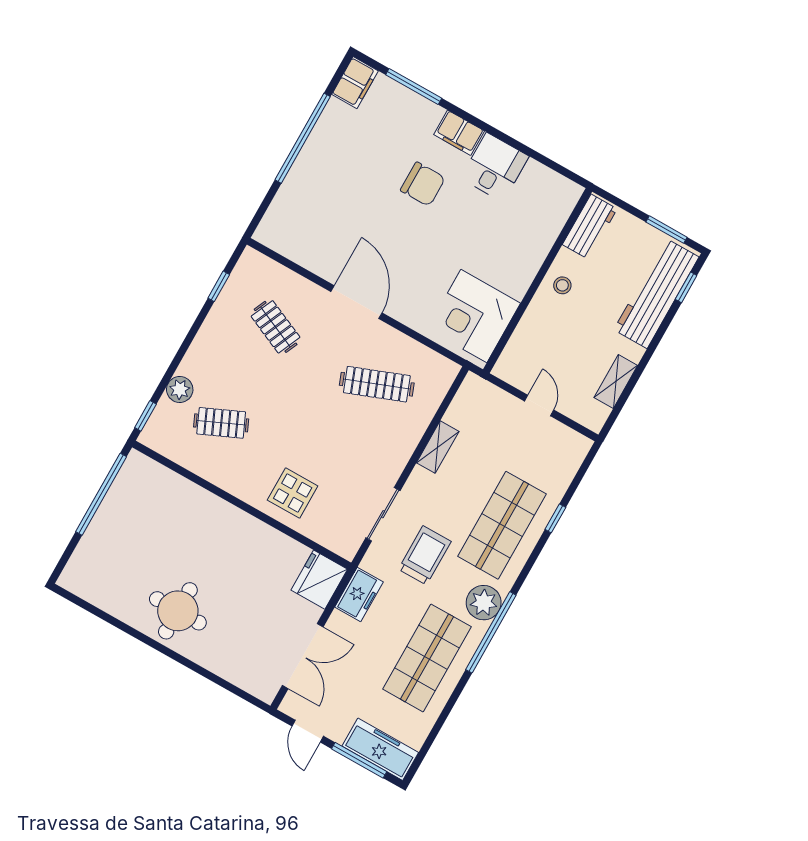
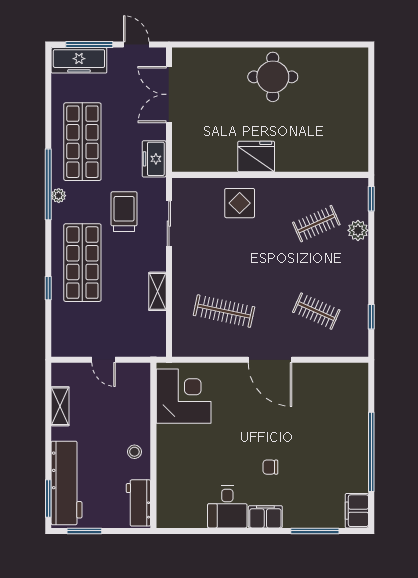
chair: (423, 184) -> (270, 467), width x0.54, depth x0.54
window: (686, 287) -> (48, 499), width x1.50
clothes rail: (377, 384) -> (224, 311), turned 33
window: (101, 494) -> (371, 127), removed
trolley: (425, 555) -> (124, 212), turned 180
fridge: (319, 580) -> (256, 156), moved, turned -90
plant: (484, 603) -> (59, 196), width x0.53, depth x0.53

